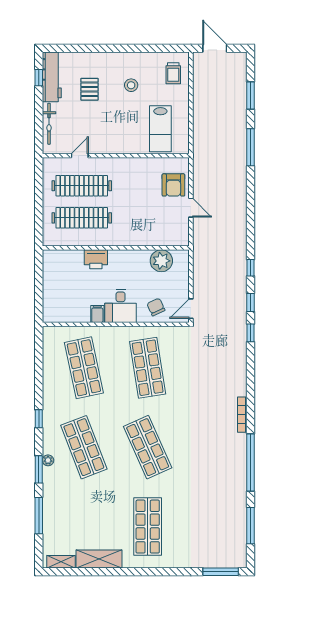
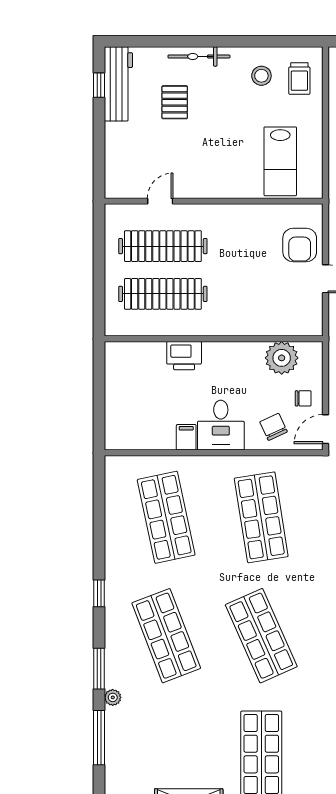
stool: (131, 85) -> (261, 76), moved
bicycle: (49, 124) -> (199, 57), moved, turned 90
chair: (176, 288) -> (303, 398), added
plant: (48, 460) -> (113, 697), moved

